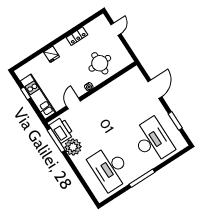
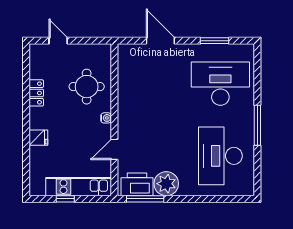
door: (73, 103) -> (114, 149), hinge flipped
desk: (110, 168) -> (220, 156), turned 90

